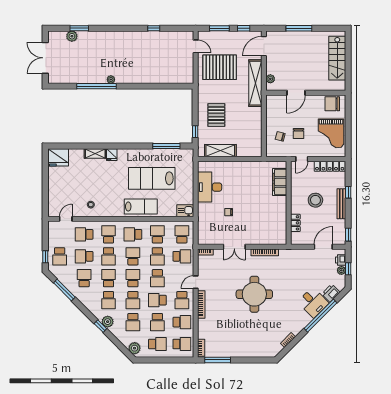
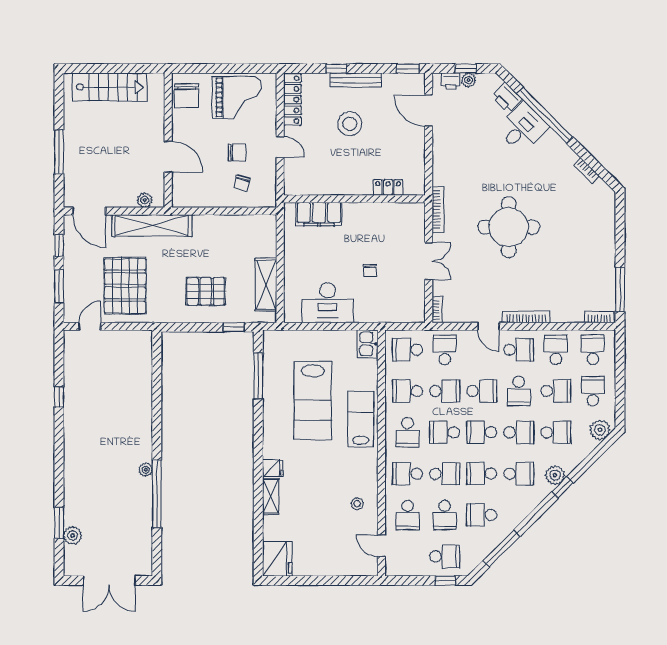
filing cabinet: (280, 182) -> (319, 214), moved
wall: (289, 203) -> (354, 199), moved
locker: (295, 223) -> (388, 187), moved

